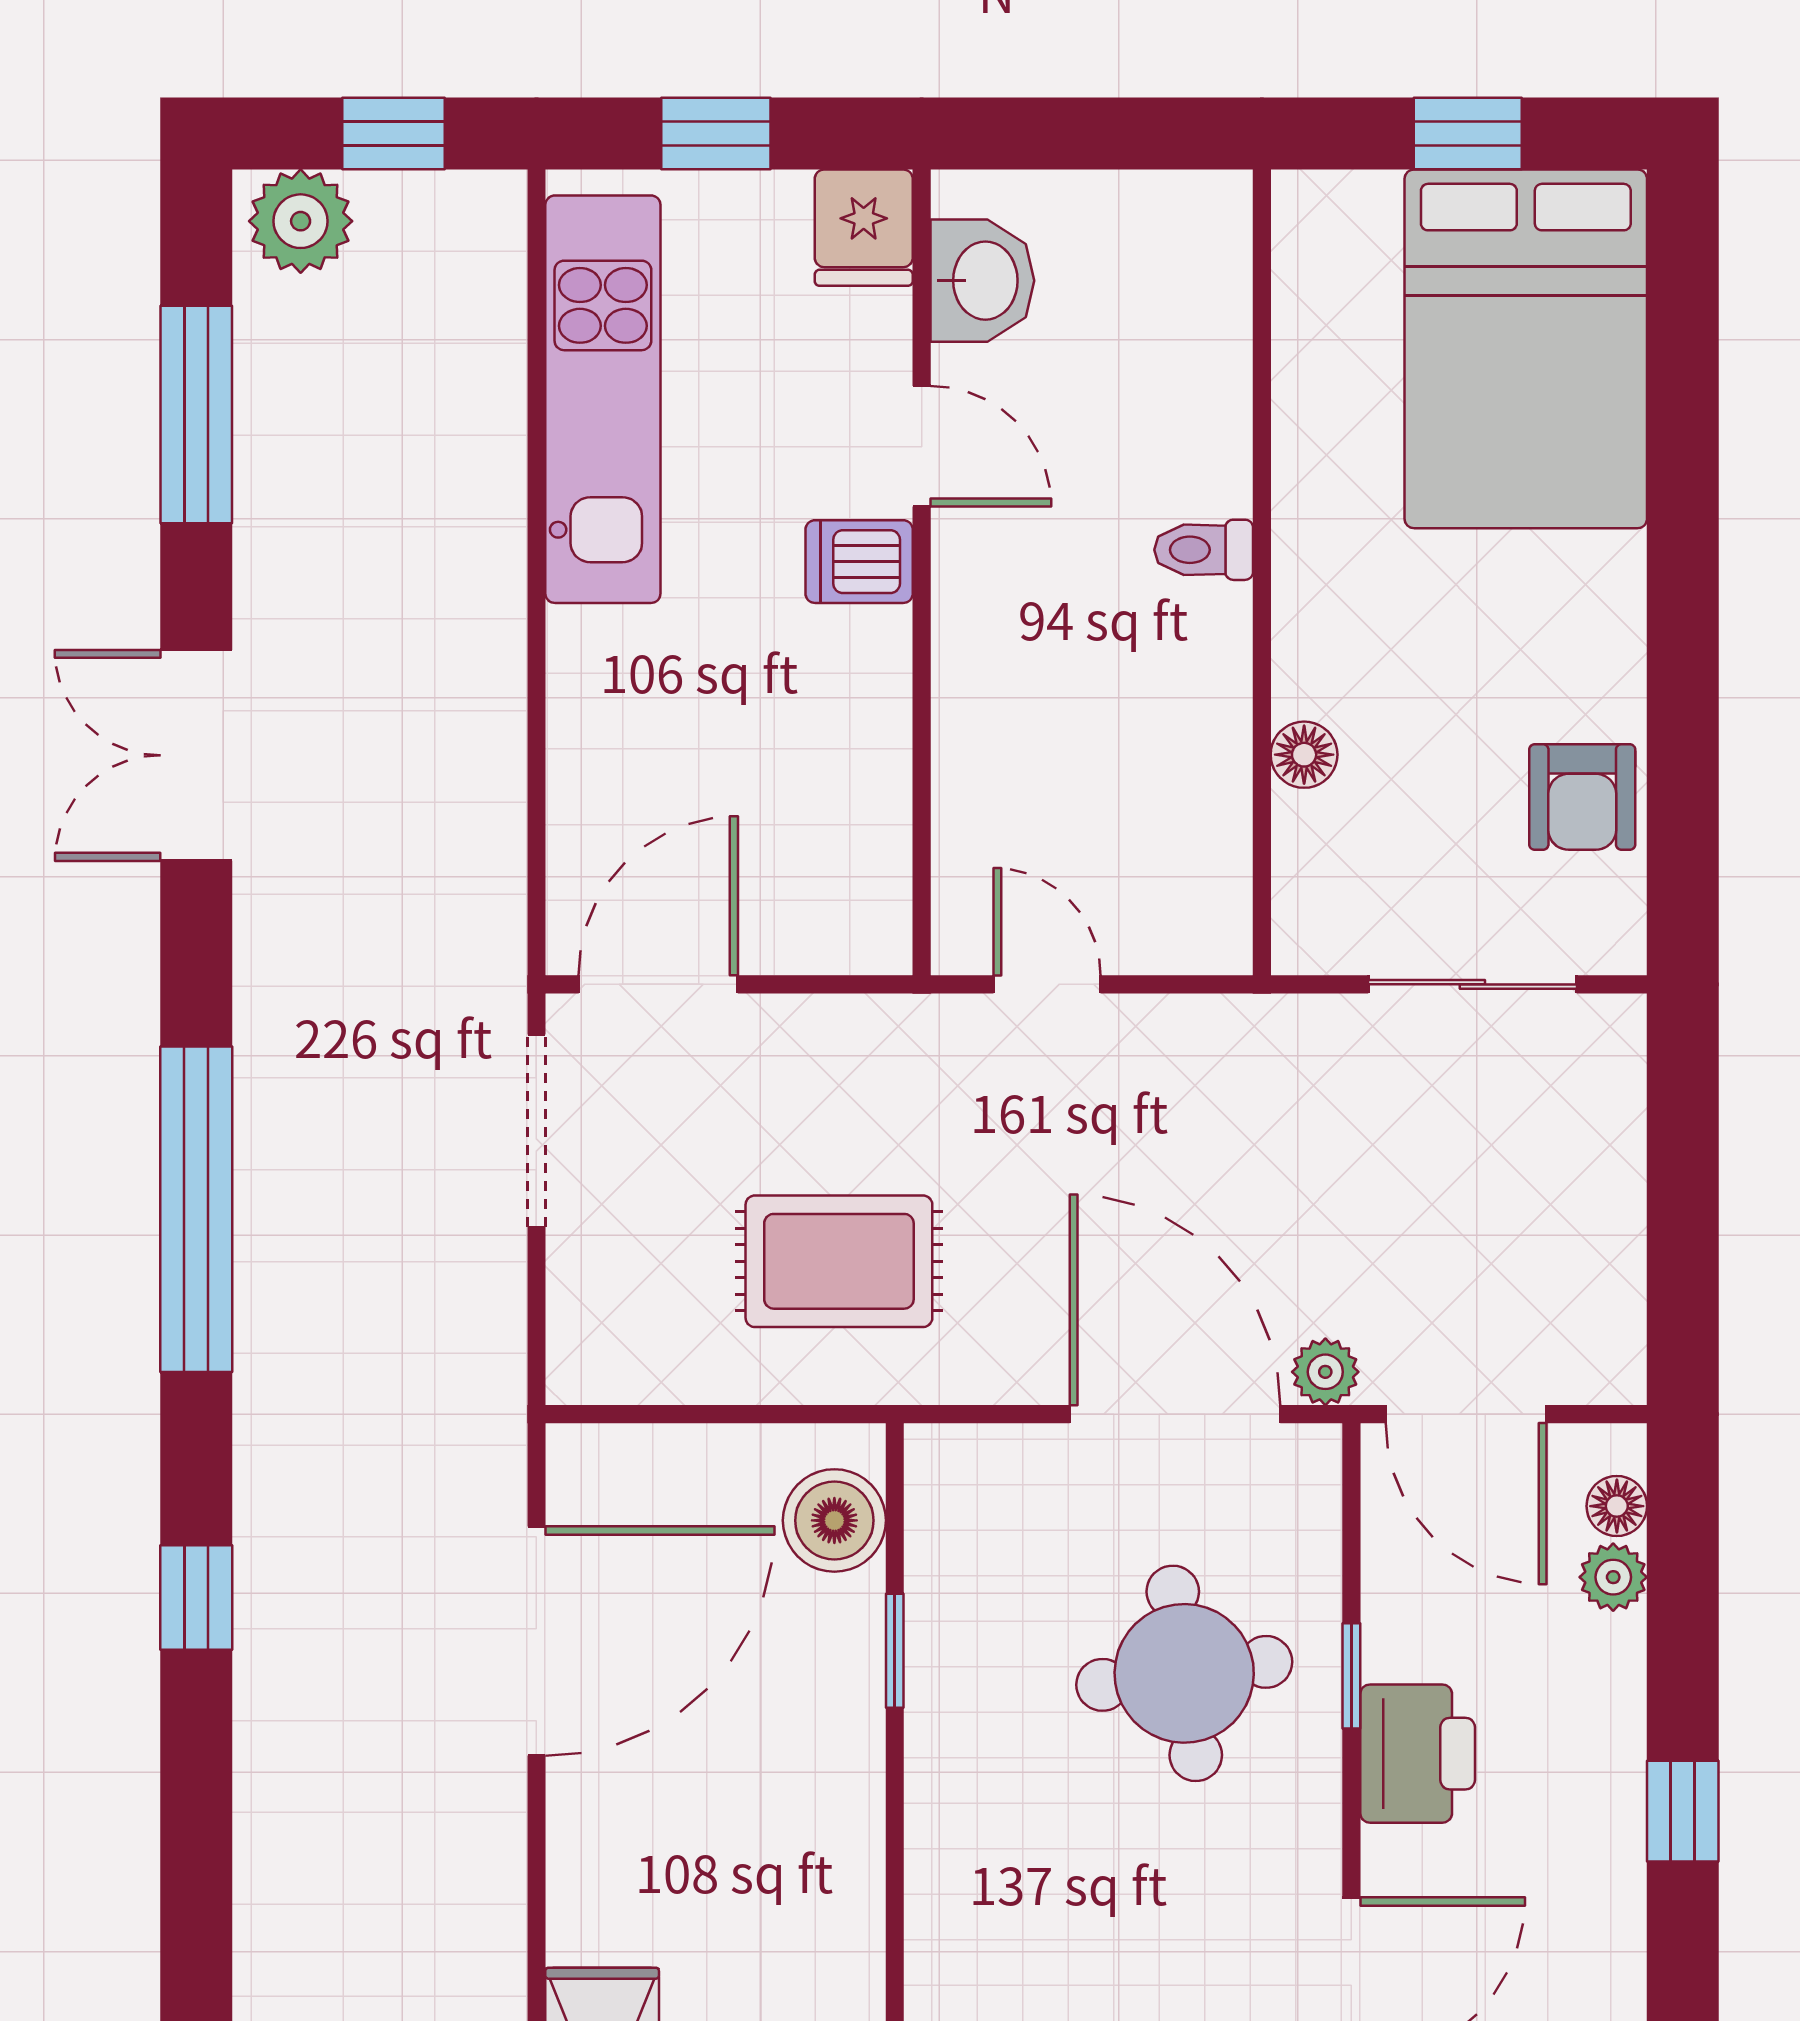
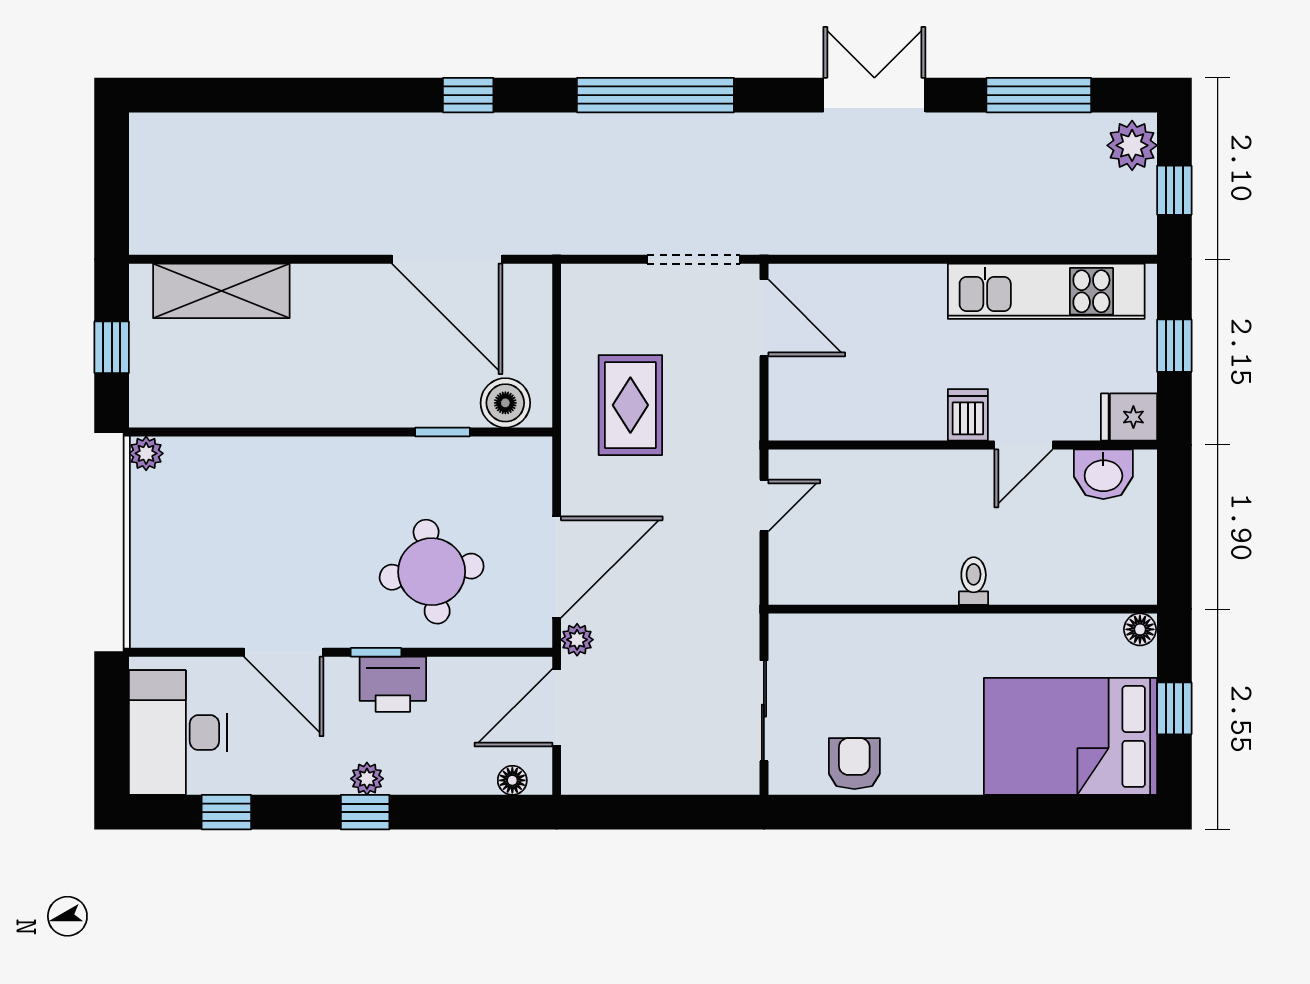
floor lamp: (1304, 755) -> (1140, 629), moved
armchair: (1582, 797) -> (854, 764), turned 90
plant: (1613, 1577) -> (367, 779), moved
window: (1351, 1676) -> (376, 652), moved

